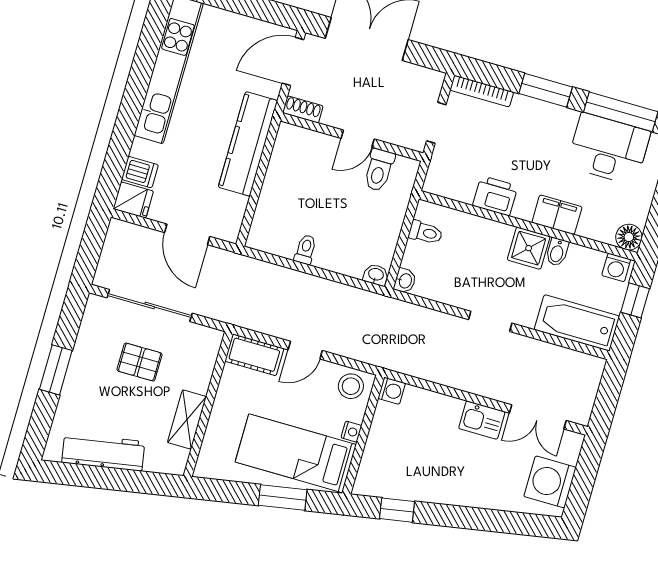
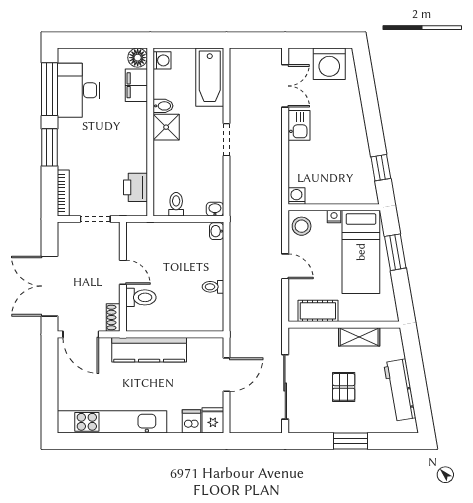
toilet: (379, 170) -> (141, 297), moved
printer: (495, 196) -> (135, 187), moved
filing cabinet: (557, 215) -> (136, 85), moved
window: (635, 300) -> (182, 40), removed
cot: (254, 355) -> (318, 311), moved, turned 90
pallet: (140, 362) -> (344, 387), moved

